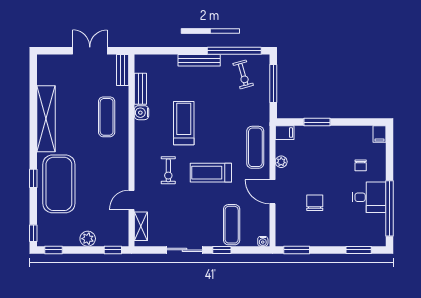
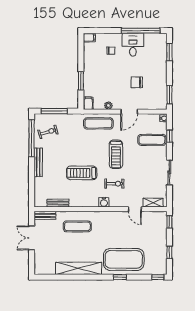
water cooler: (141, 113) -> (104, 202), moved
plant: (88, 239) -> (162, 240), removed
window: (54, 250) -> (169, 253), moved
window: (222, 250) -> (169, 136), moved

